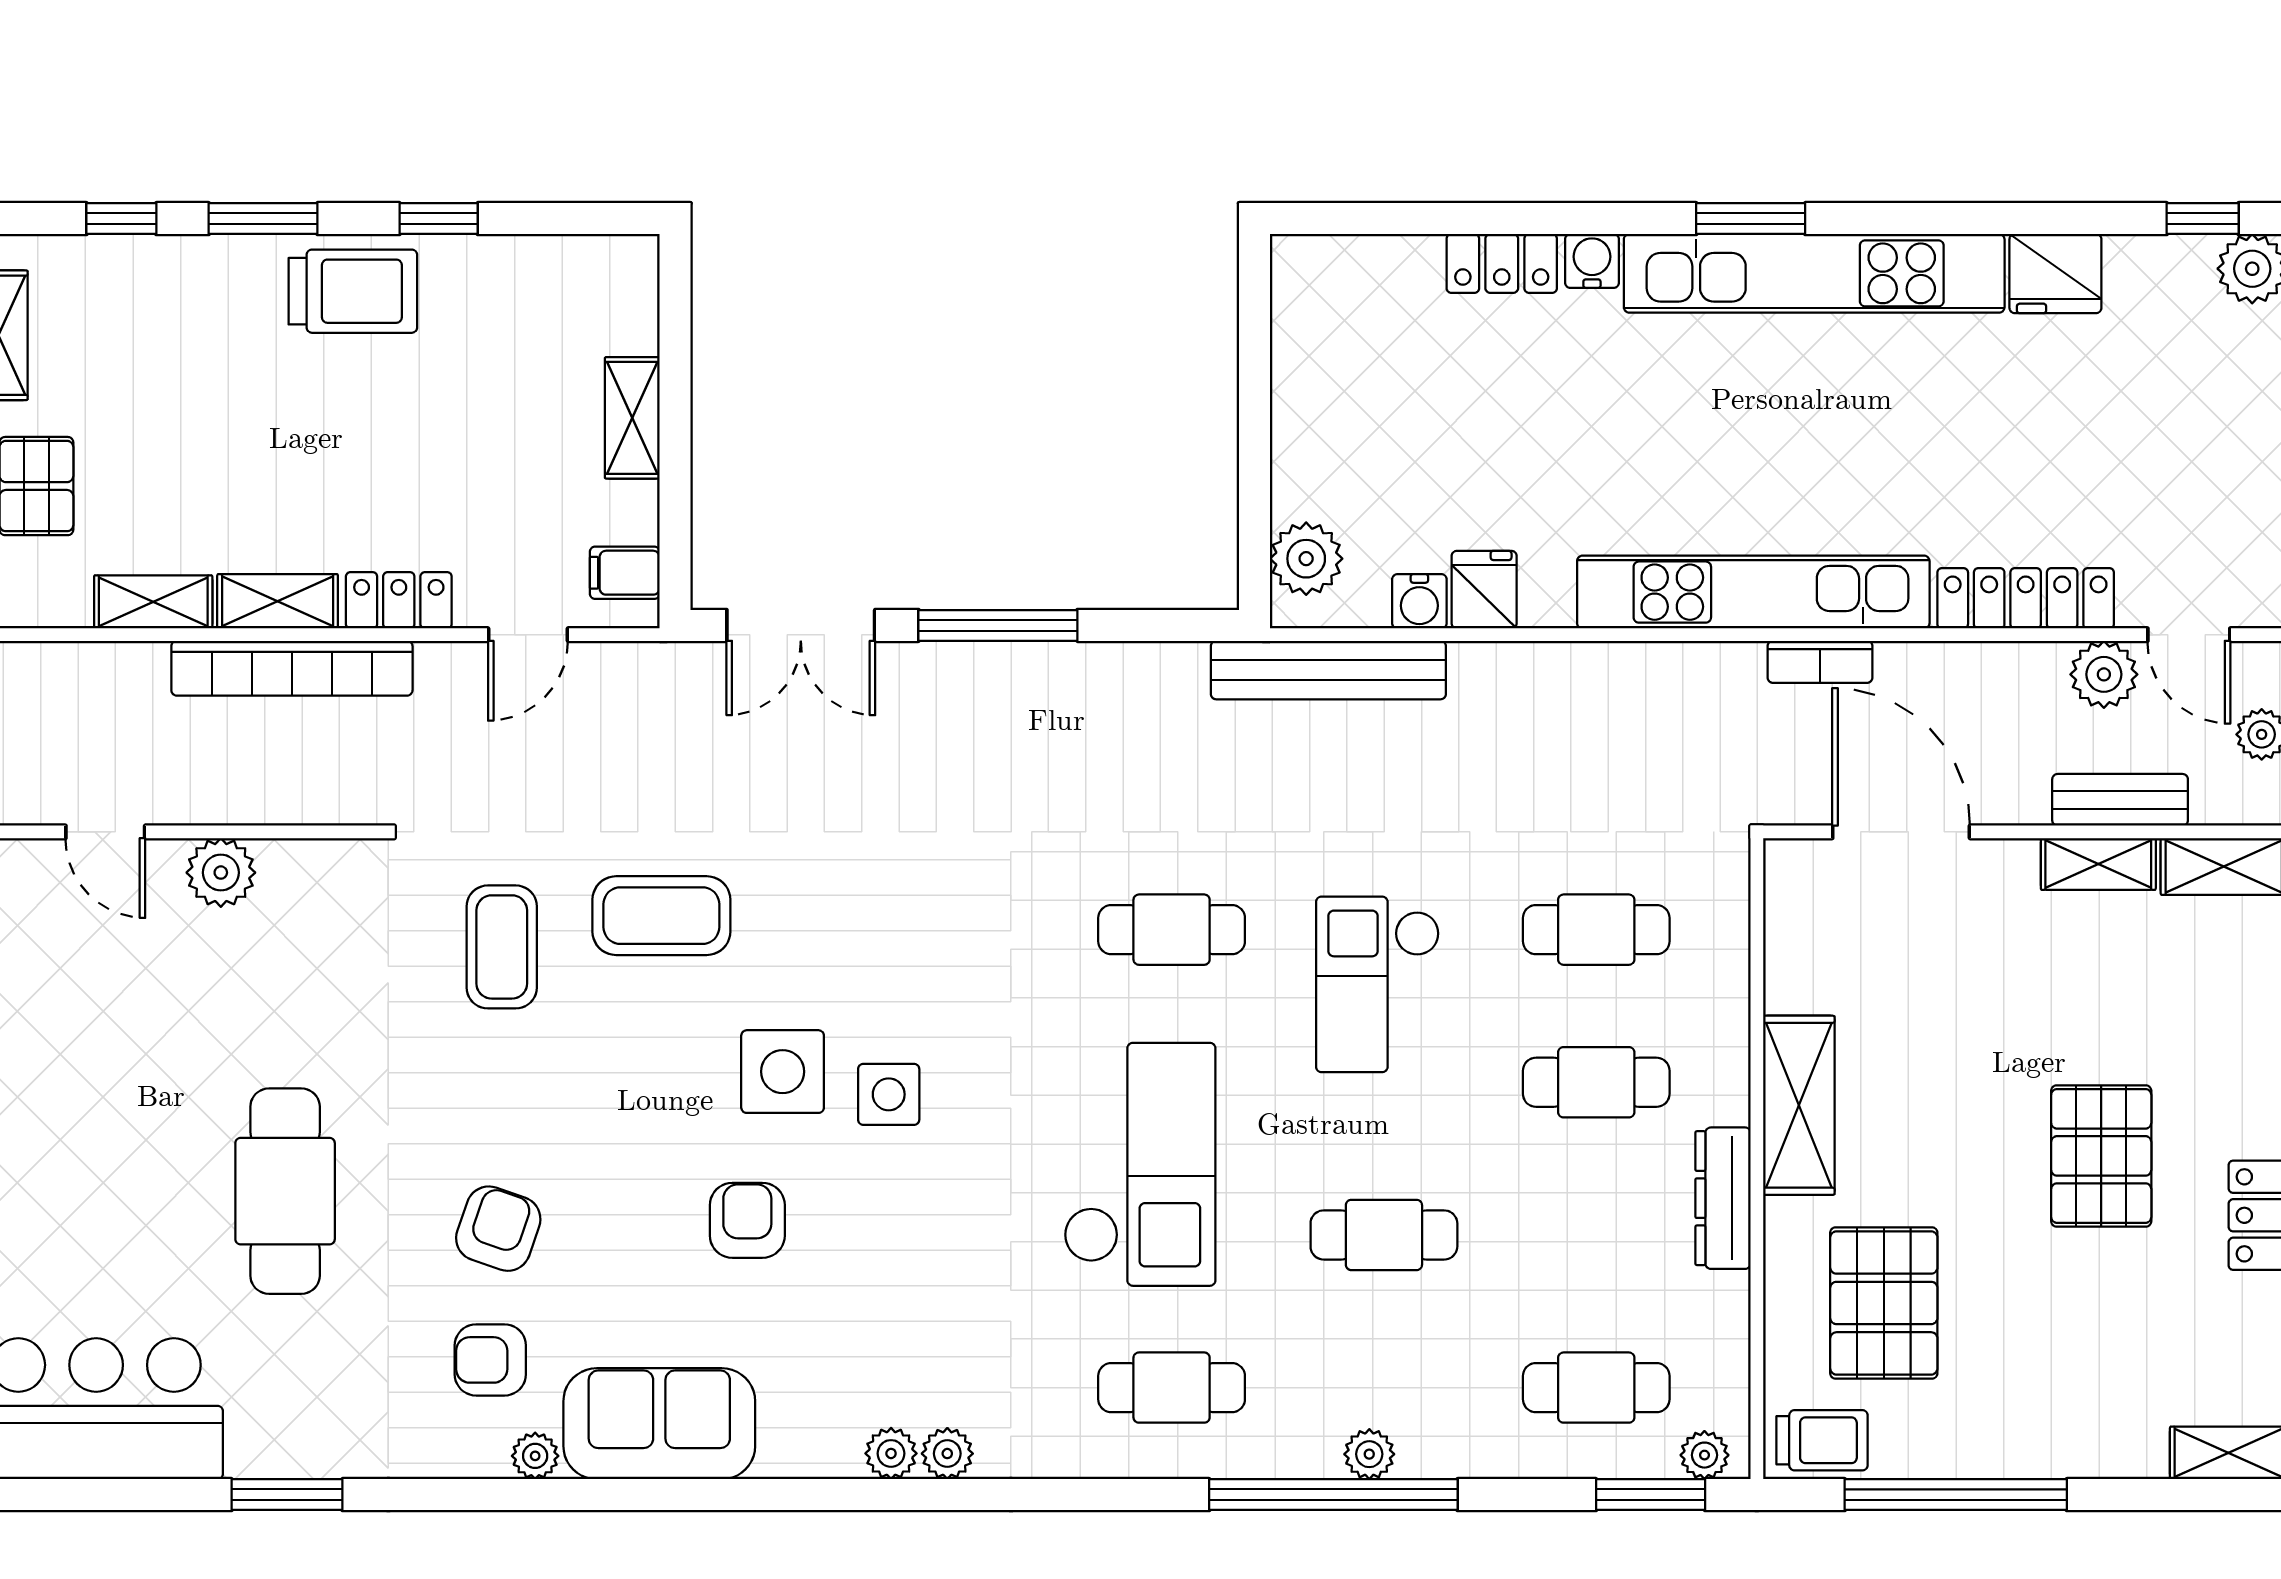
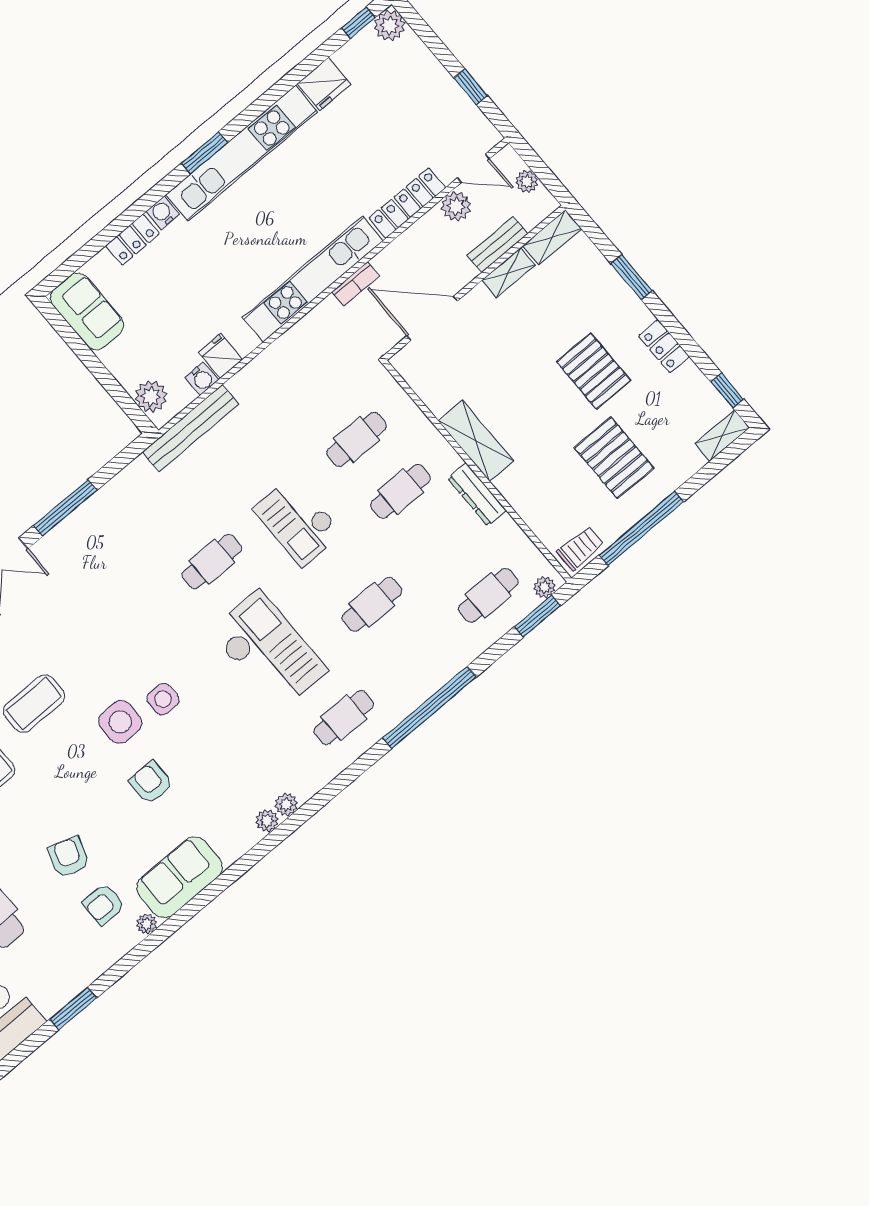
sofa: (1320, 320) -> (87, 311), added
pallet: (1884, 1303) -> (614, 458), moved
plant: (1369, 1454) -> (430, 683), removed

